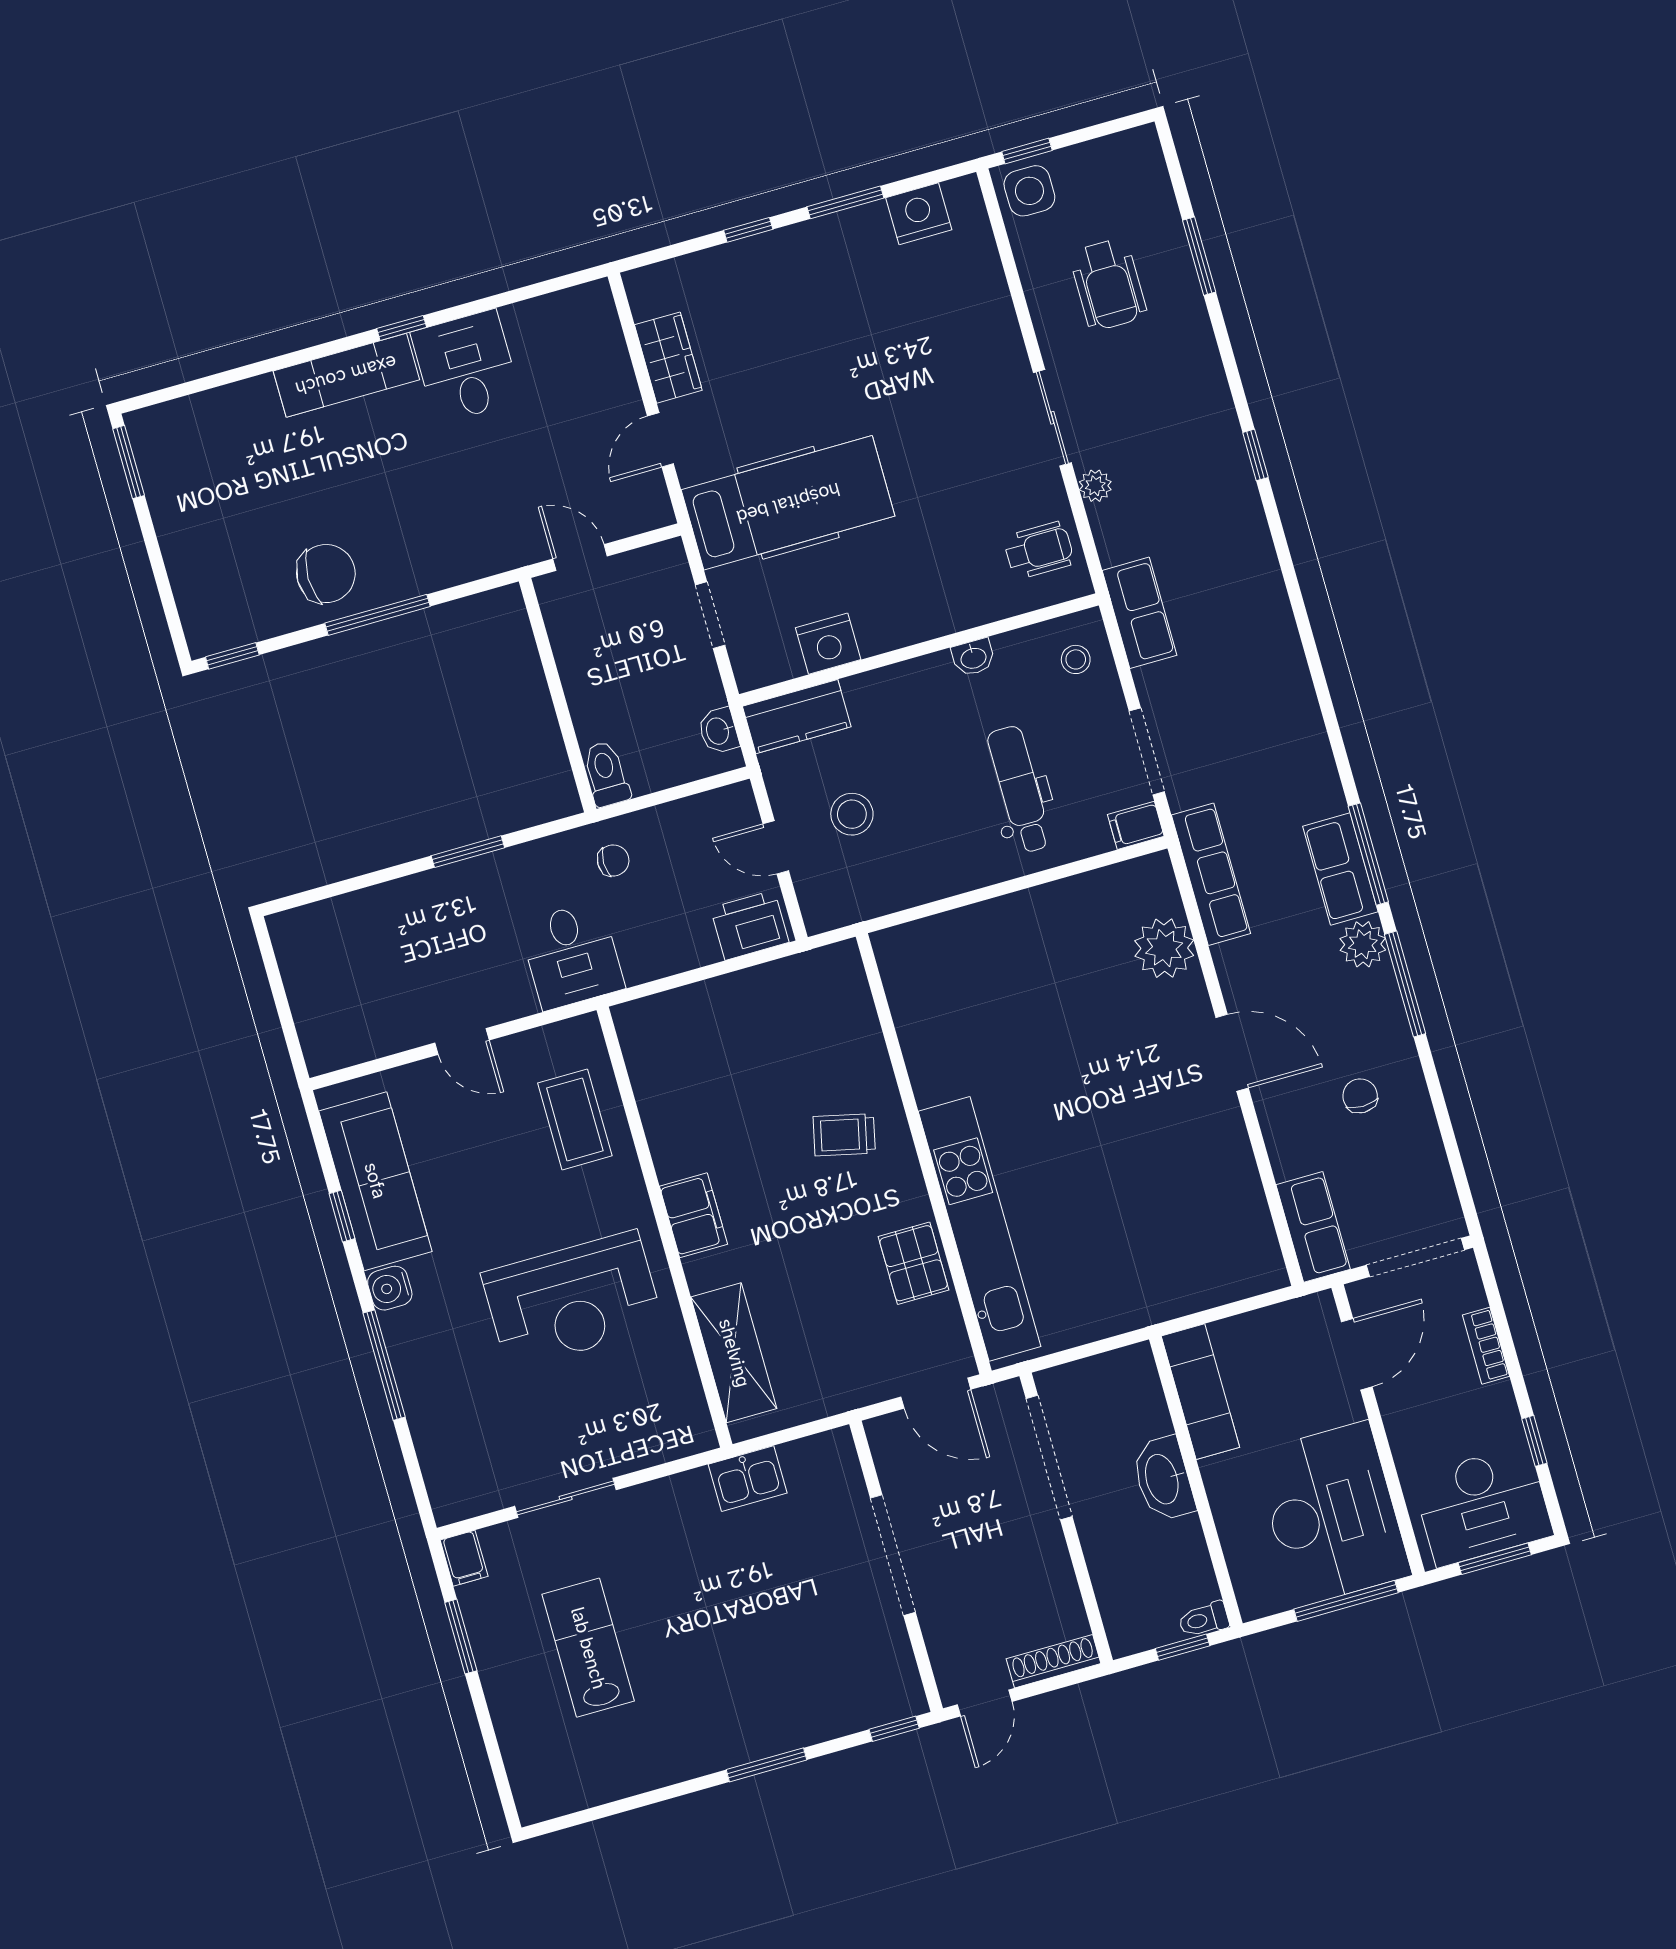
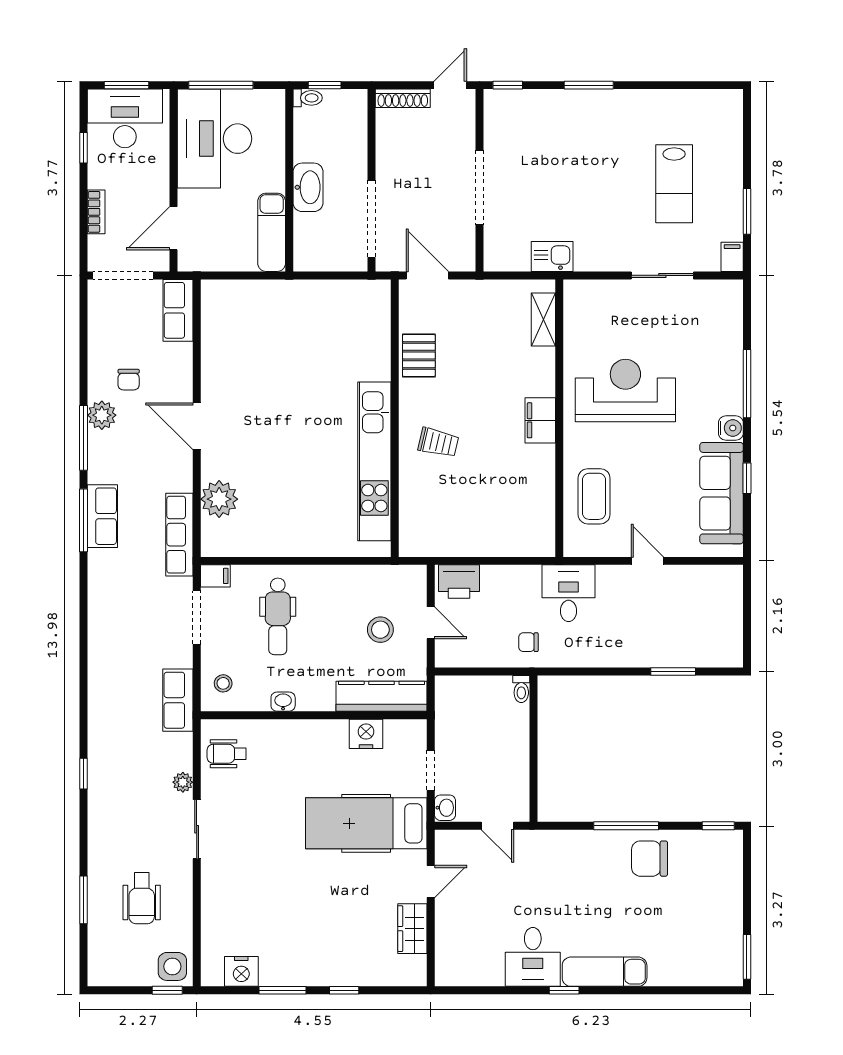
wheelchair: (1108, 285) -> (142, 898), turned 180
kitchen counter: (797, 717) -> (382, 696), width x1.50
washbasin: (718, 731) -> (445, 808), moved
toilet: (606, 774) -> (521, 689), width x0.73, depth x0.72
window: (468, 852) -> (673, 671), moved
plant: (1363, 944) -> (102, 415), moved
kitchen unit: (979, 1229) -> (374, 461), moved
shelving: (734, 1353) -> (543, 319), width x0.67, depth x0.75

